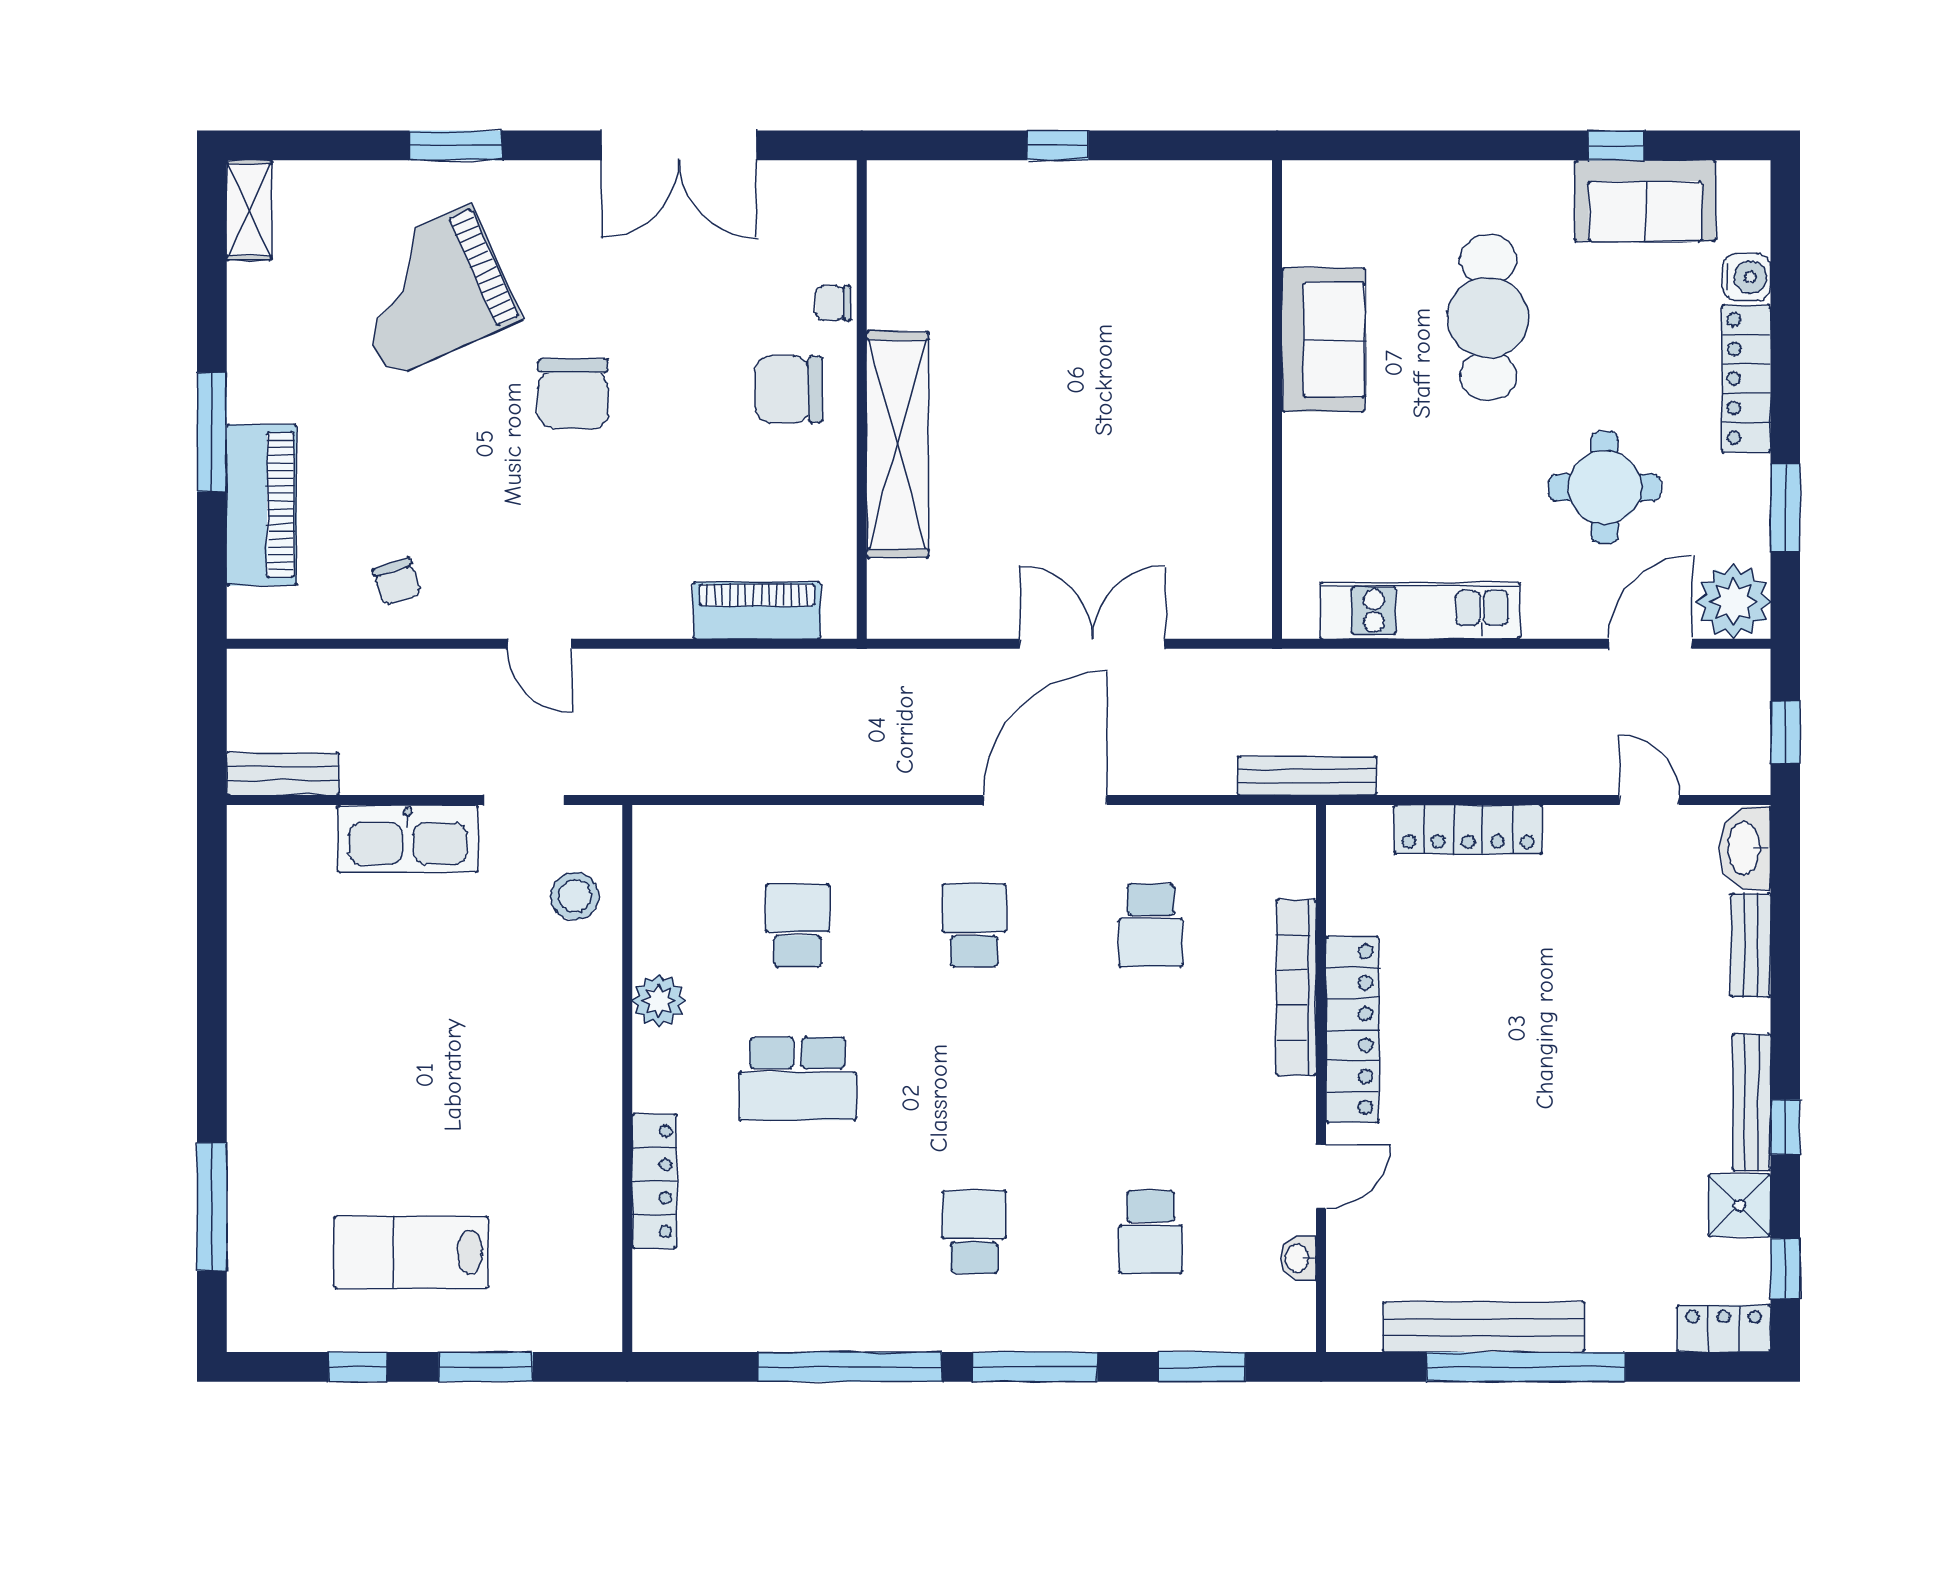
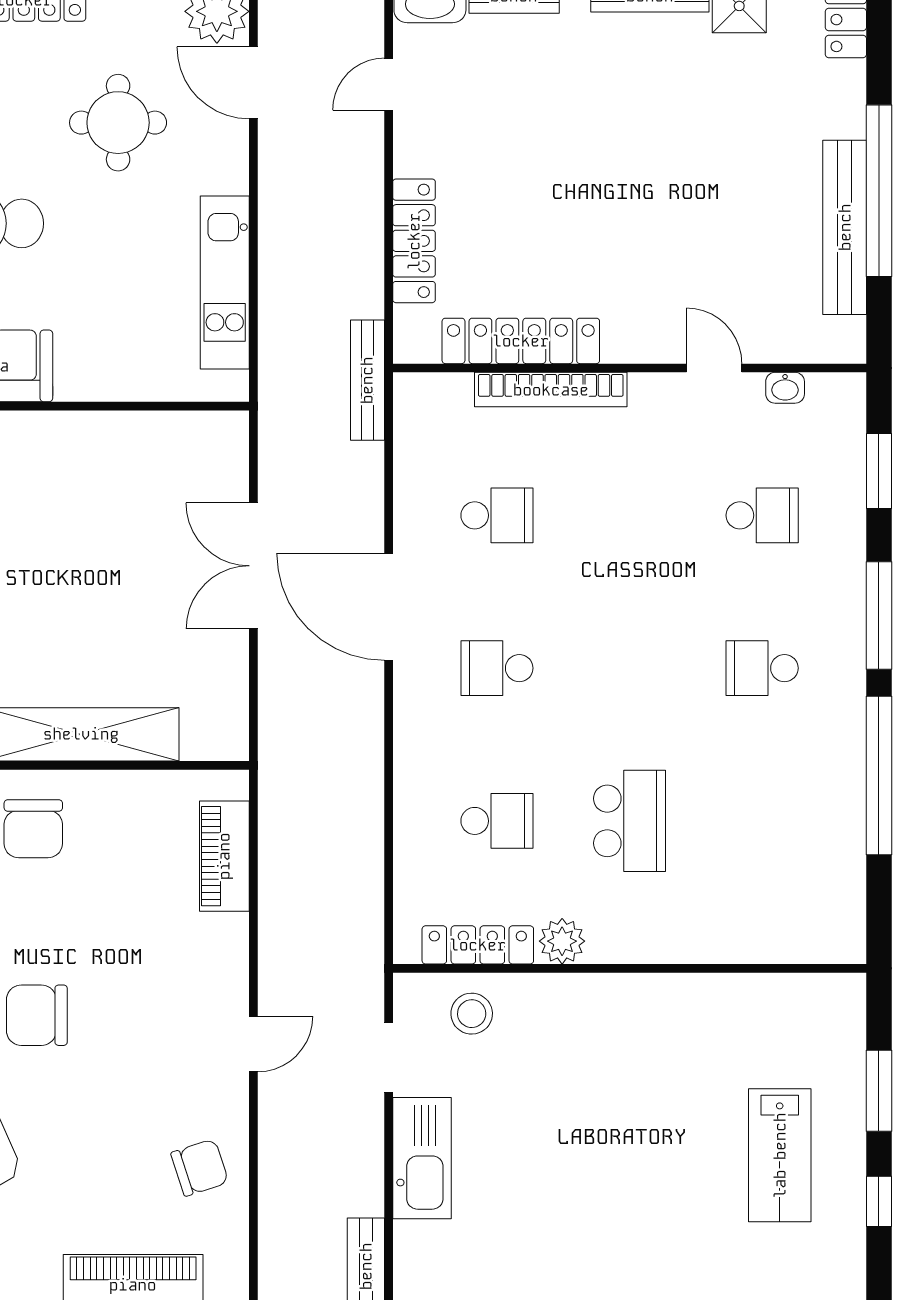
chair: (573, 394) -> (37, 1015), turned 180
chair: (397, 582) -> (200, 1168), width x1.37, depth x1.37
school desk: (798, 925) -> (497, 821), turned 180
locker: (1352, 1030) -> (521, 341), moved
locker: (654, 1181) -> (478, 945), moved

